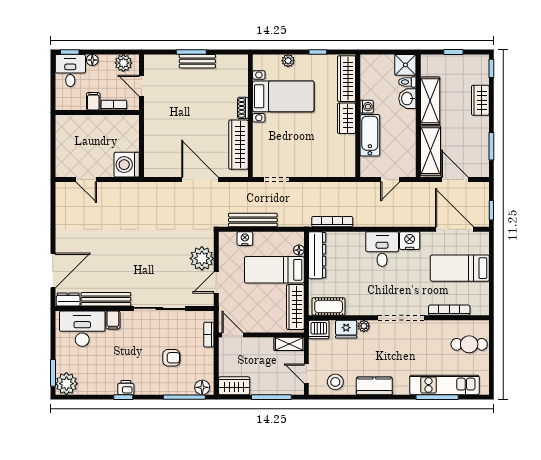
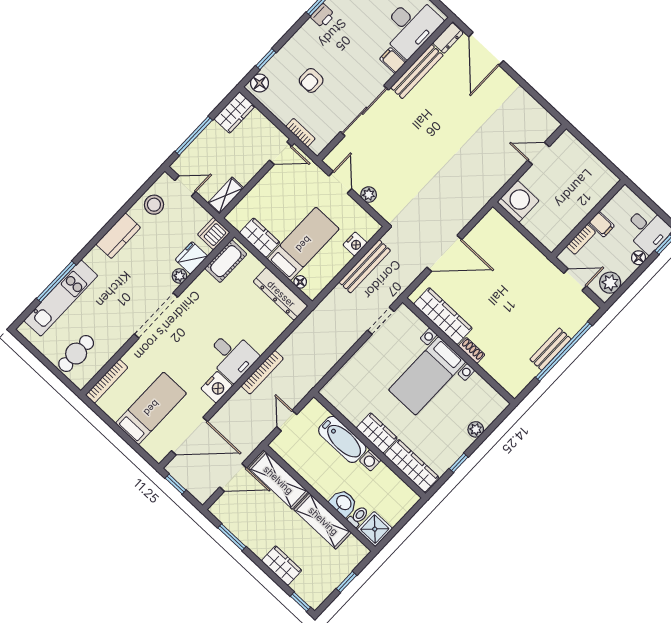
window: (191, 52) -> (564, 351), width x2.11
bed with nightstands: (283, 96) -> (427, 376), moved
bookcase: (332, 222) -> (262, 372), moved
plant: (202, 258) -> (369, 195), width x0.53, depth x0.53
wardrobe: (295, 307) -> (260, 238), width x0.67
bookcase: (449, 310) -> (107, 381), moved
window: (184, 397) -> (266, 59), width x0.46

